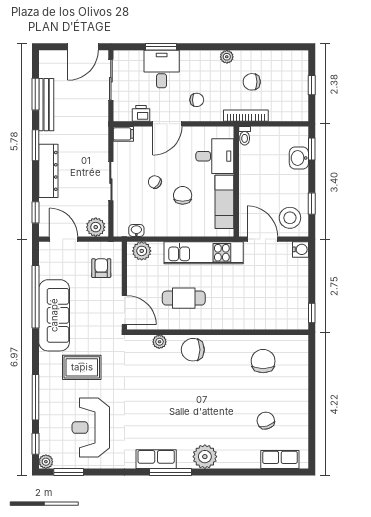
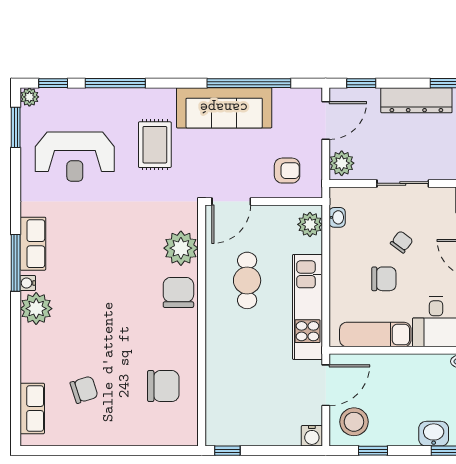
plant: (159, 342) -> (181, 248), width x1.88, depth x1.88
reception desk: (91, 428) -> (75, 157), turned 180
water cooler: (186, 463) -> (28, 283), added

